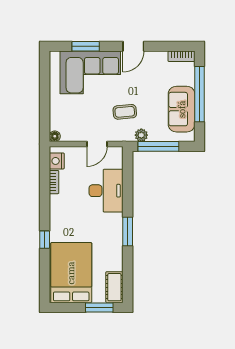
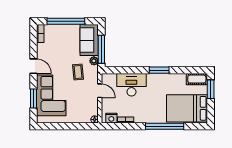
sofa: (182, 109) -> (89, 40), moved, turned 90
window: (45, 240) -> (165, 126), width x3.17

